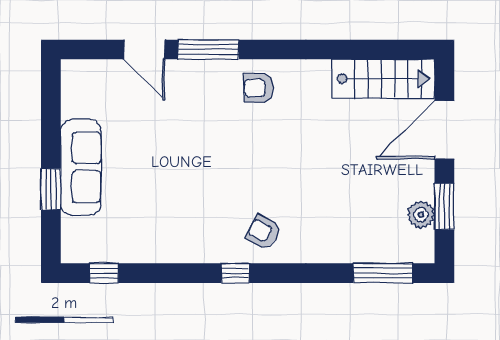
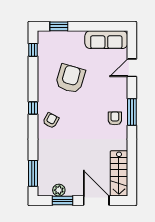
window: (209, 50) -> (132, 112), moved
sofa: (81, 167) -> (106, 40), moved
window: (51, 189) -> (59, 26), moved
armchair: (169, 189) -> (70, 79), added

